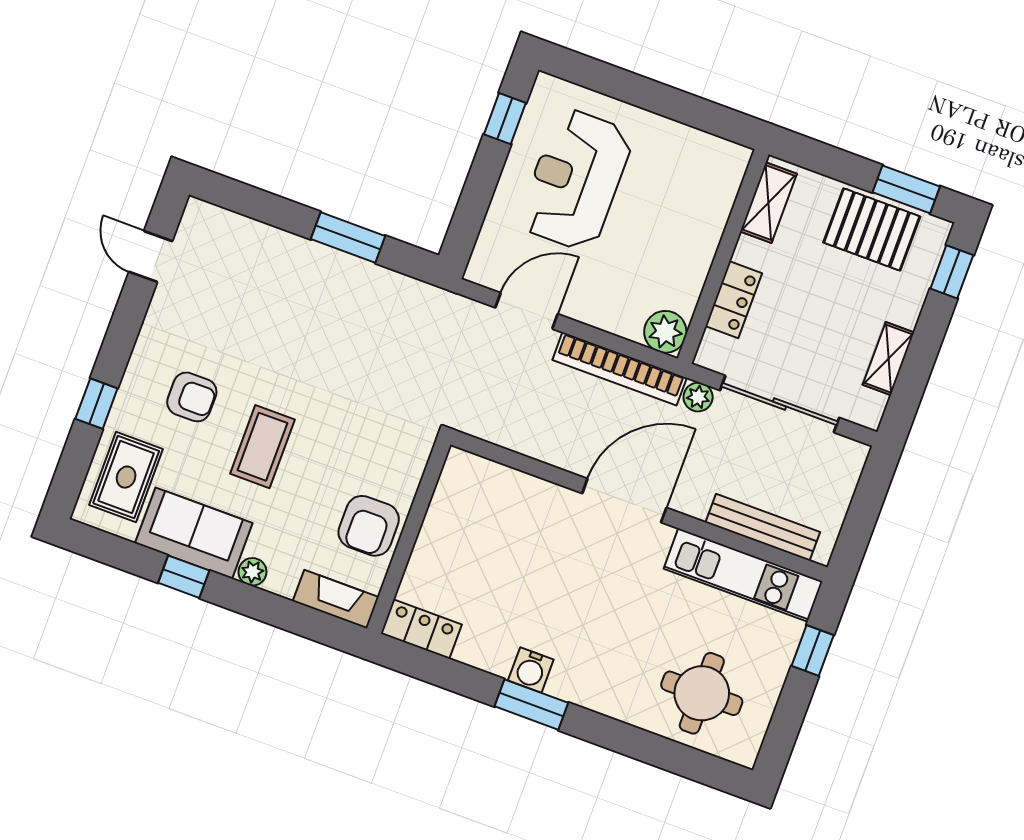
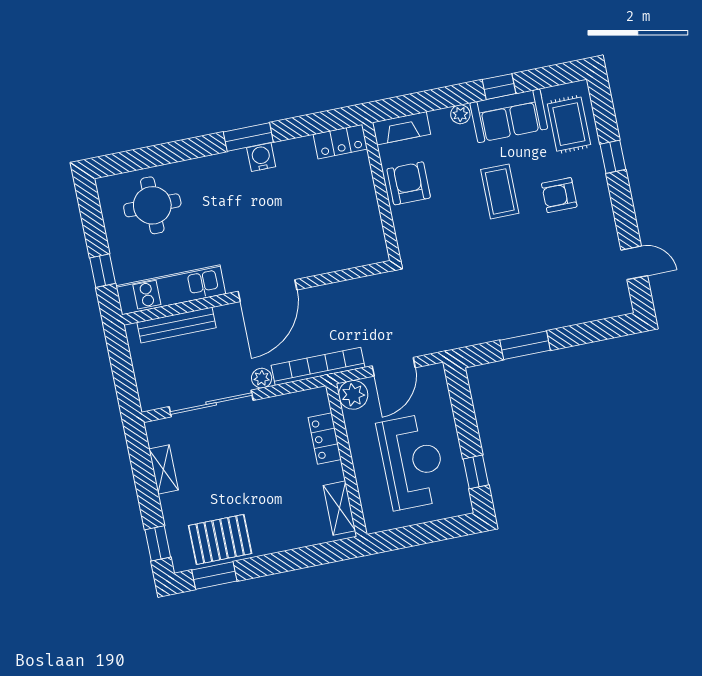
shelving: (768, 203) -> (339, 508), moved
wall: (723, 256) -> (346, 460), moved
locker: (734, 300) -> (325, 438), moved
plant: (665, 332) -> (353, 395), moved

